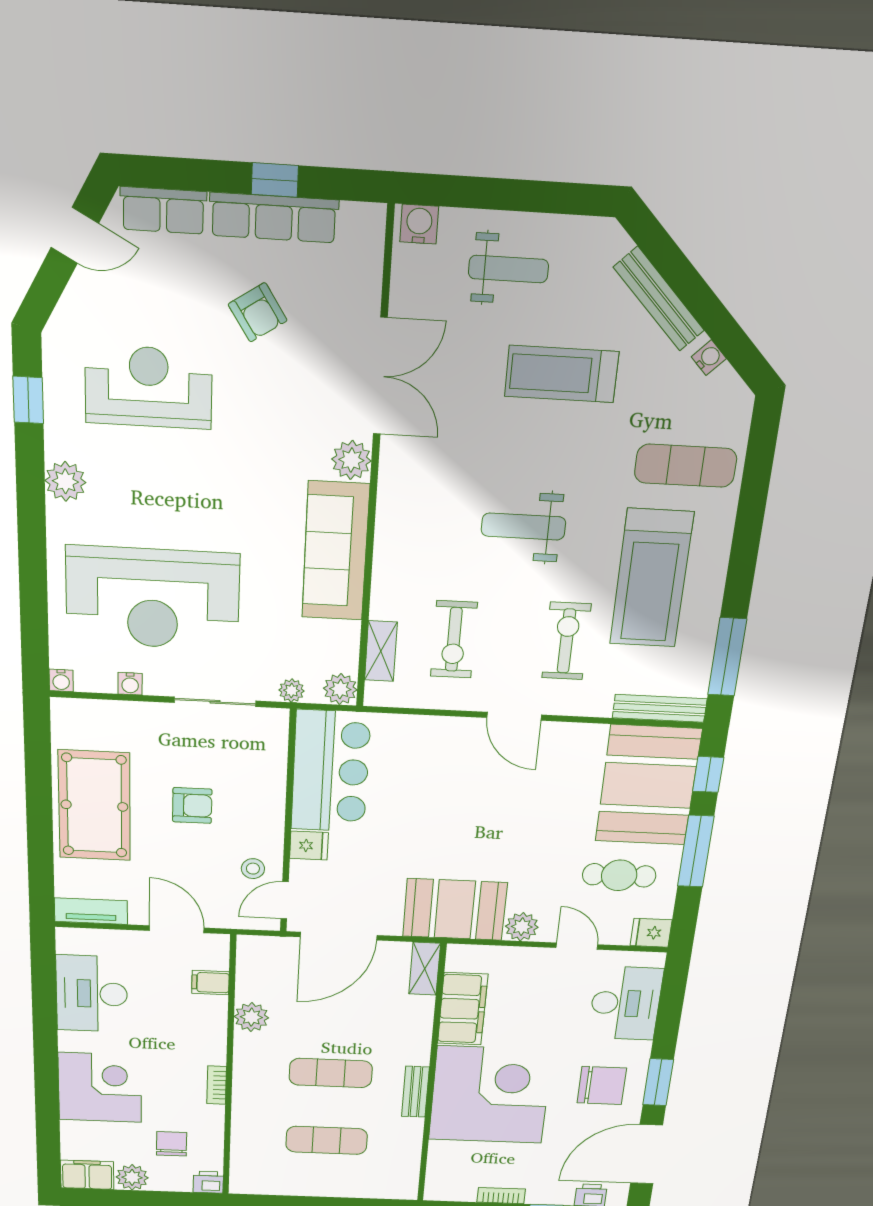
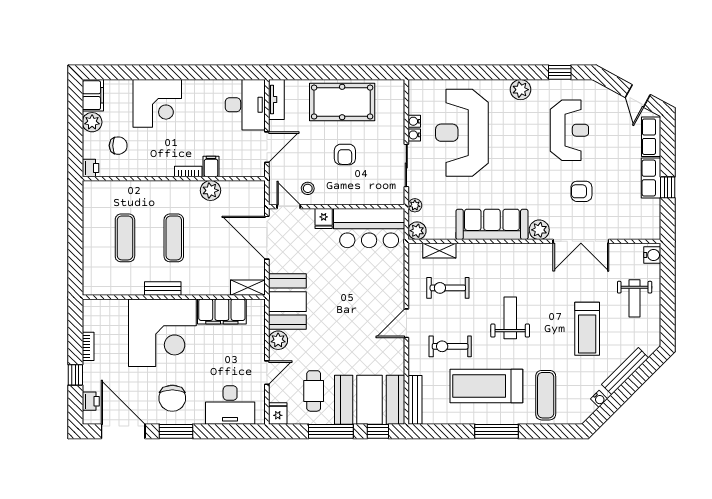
row of seats: (274, 218) -> (651, 178), width x0.68
armchair: (258, 312) -> (581, 191), moved, turned 33
treadmill: (562, 374) -> (587, 329), turned 180
exercise bike: (566, 641) -> (450, 346), turned 180
window: (727, 657) -> (497, 431), moved
water cooler: (61, 680) -> (414, 135), moved
filing cabinet: (210, 983) -> (211, 167), moved
desk: (92, 994) -> (245, 105), moved, turned 90
bookcase: (217, 1085) -> (188, 172), moved

